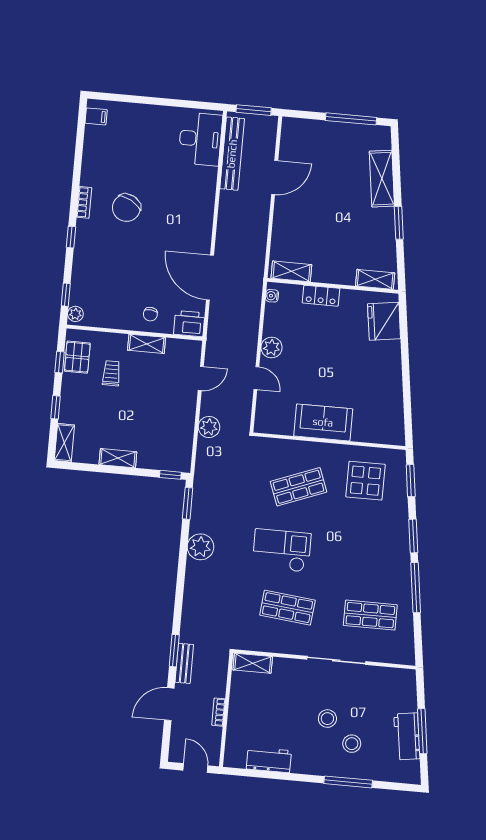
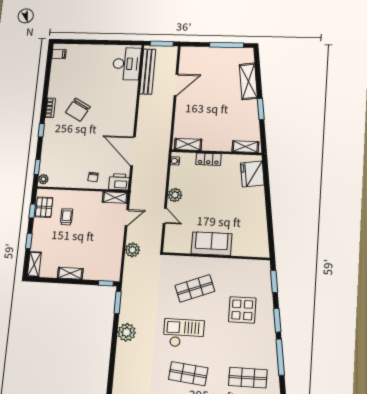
shelving: (147, 344) -> (115, 197), moved
display table: (365, 481) -> (242, 310), moved

